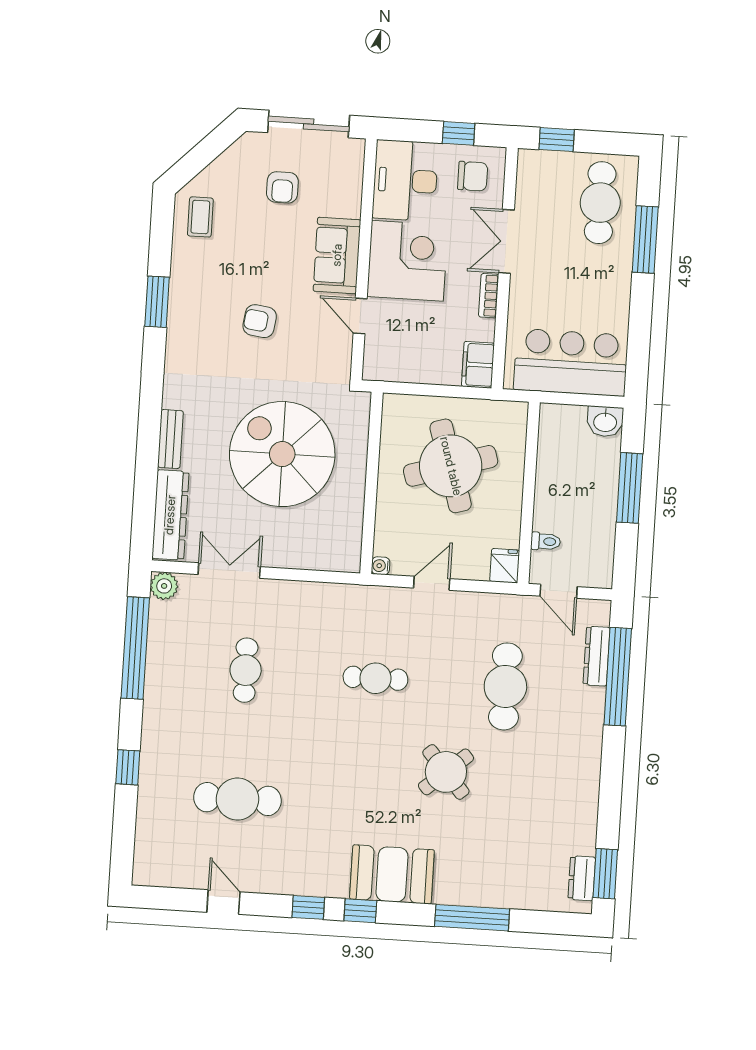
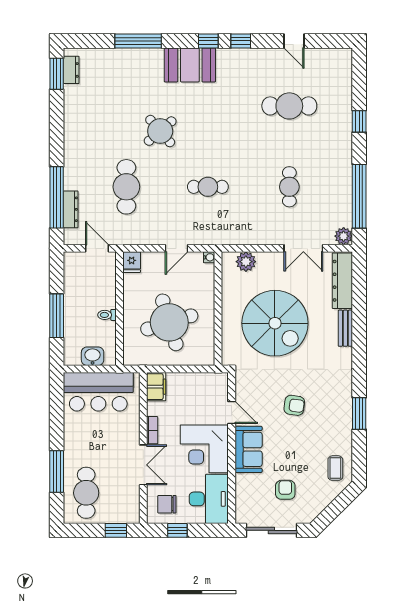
washbasin: (605, 421) -> (93, 356), moved
toilet: (546, 541) -> (107, 315), moved
plant: (322, 555) -> (246, 262), added

